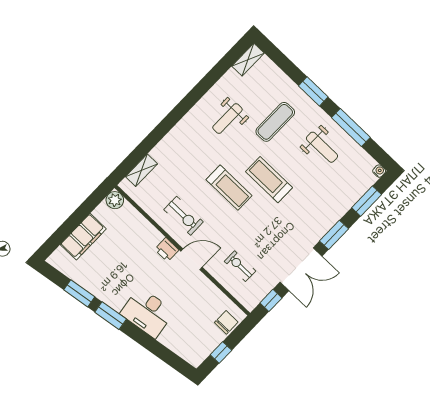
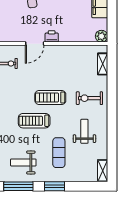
treadmill: (269, 180) -> (34, 121), turned 180
exercise bike: (184, 216) -> (89, 98), moved

